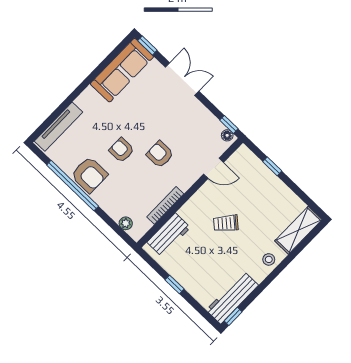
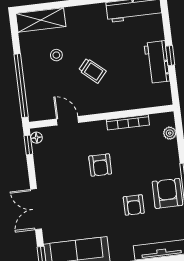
armchair: (122, 150) -> (134, 205), moved
window: (272, 166) -> (21, 86), width x3.17
workbench: (169, 235) -> (157, 62), moved, turned -90
stool: (269, 259) -> (56, 55), moved

